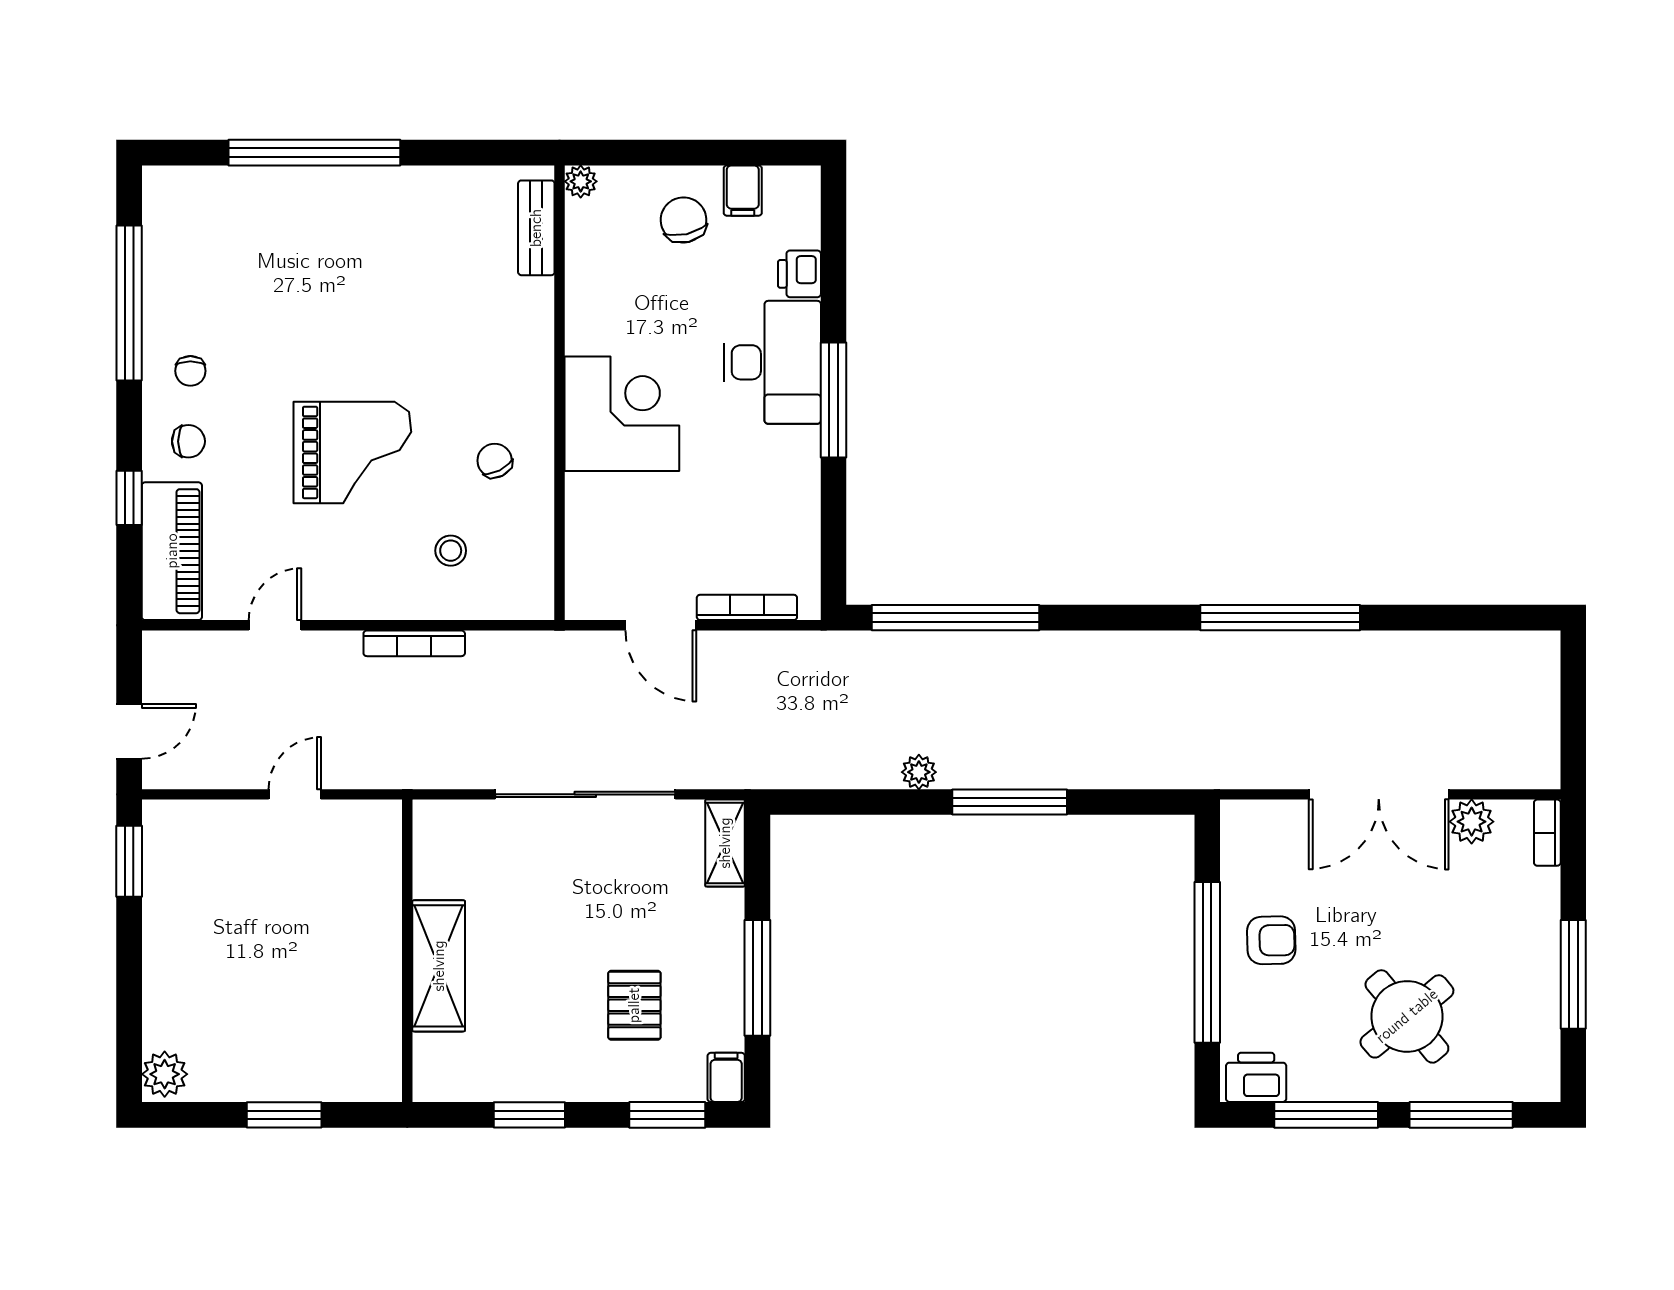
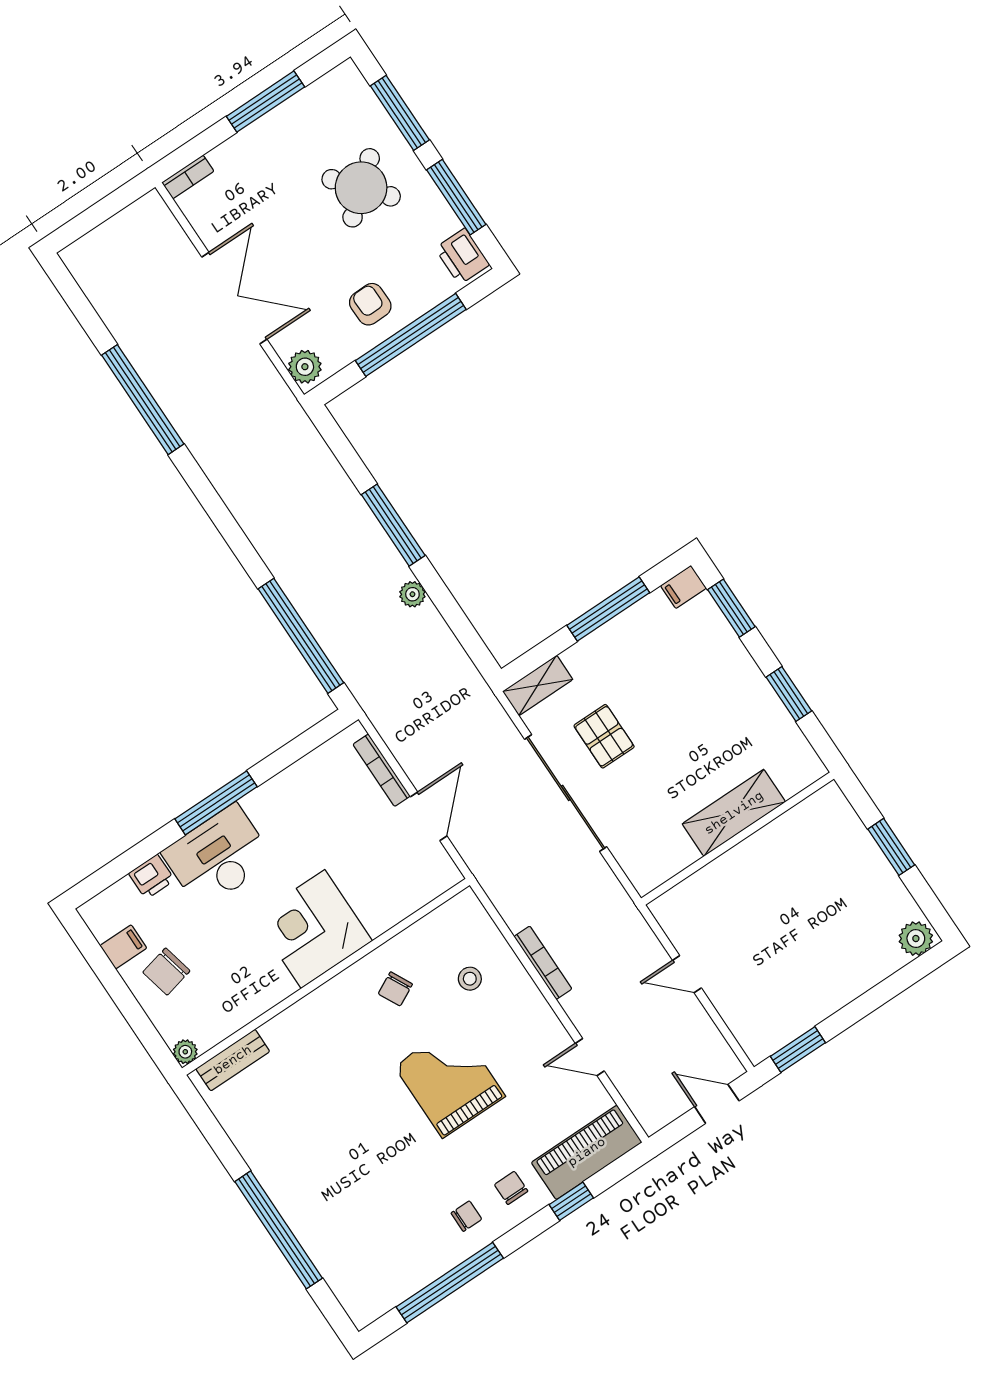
window: (1280, 618) -> (143, 400), moved
plant: (1472, 822) -> (305, 367), moved
pallet: (634, 1005) -> (604, 736), moved, turned 90

